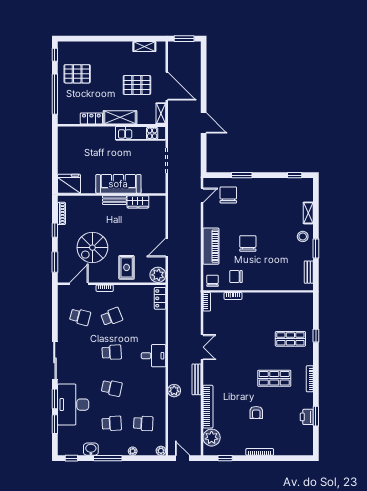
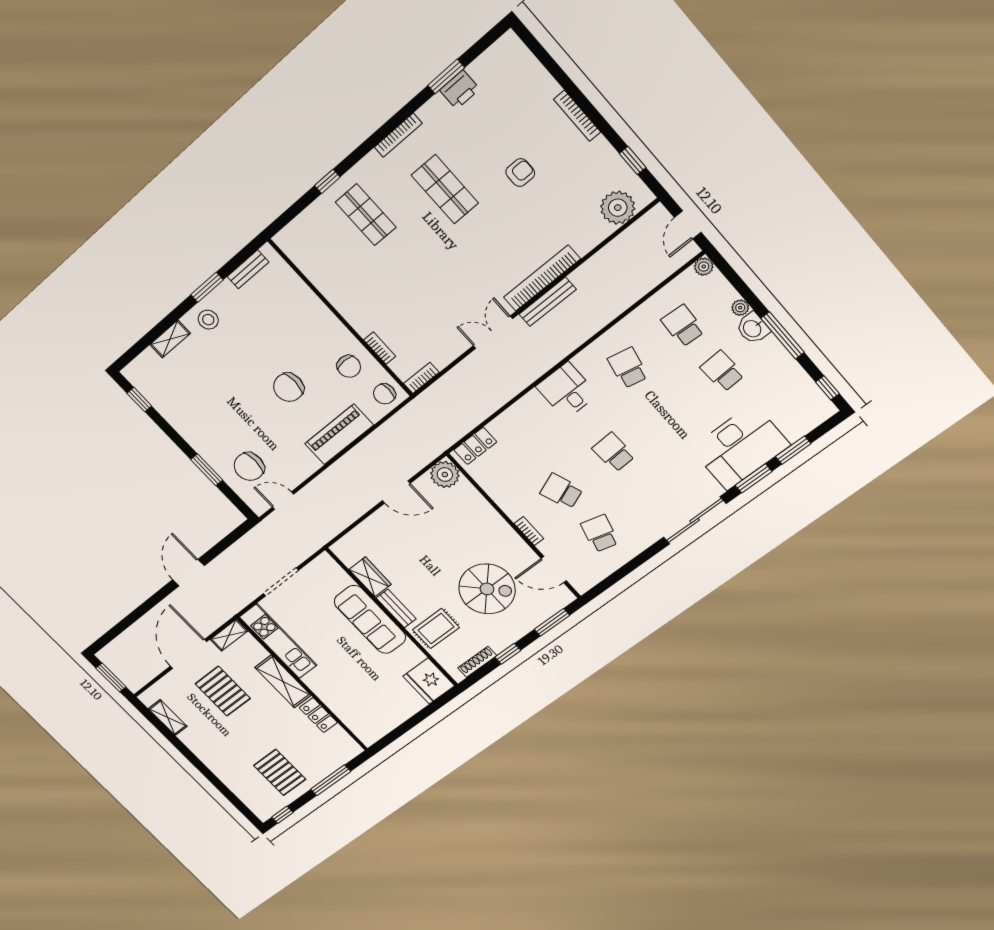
window: (55, 94) -> (331, 780), width x0.68
rug: (127, 267) -> (436, 629), moved
school desk: (112, 388) -> (628, 368), moved
plant: (174, 391) -> (593, 321), removed
bookcase: (208, 407) -> (542, 278), moved
washbasin: (91, 449) -> (753, 328), moved

